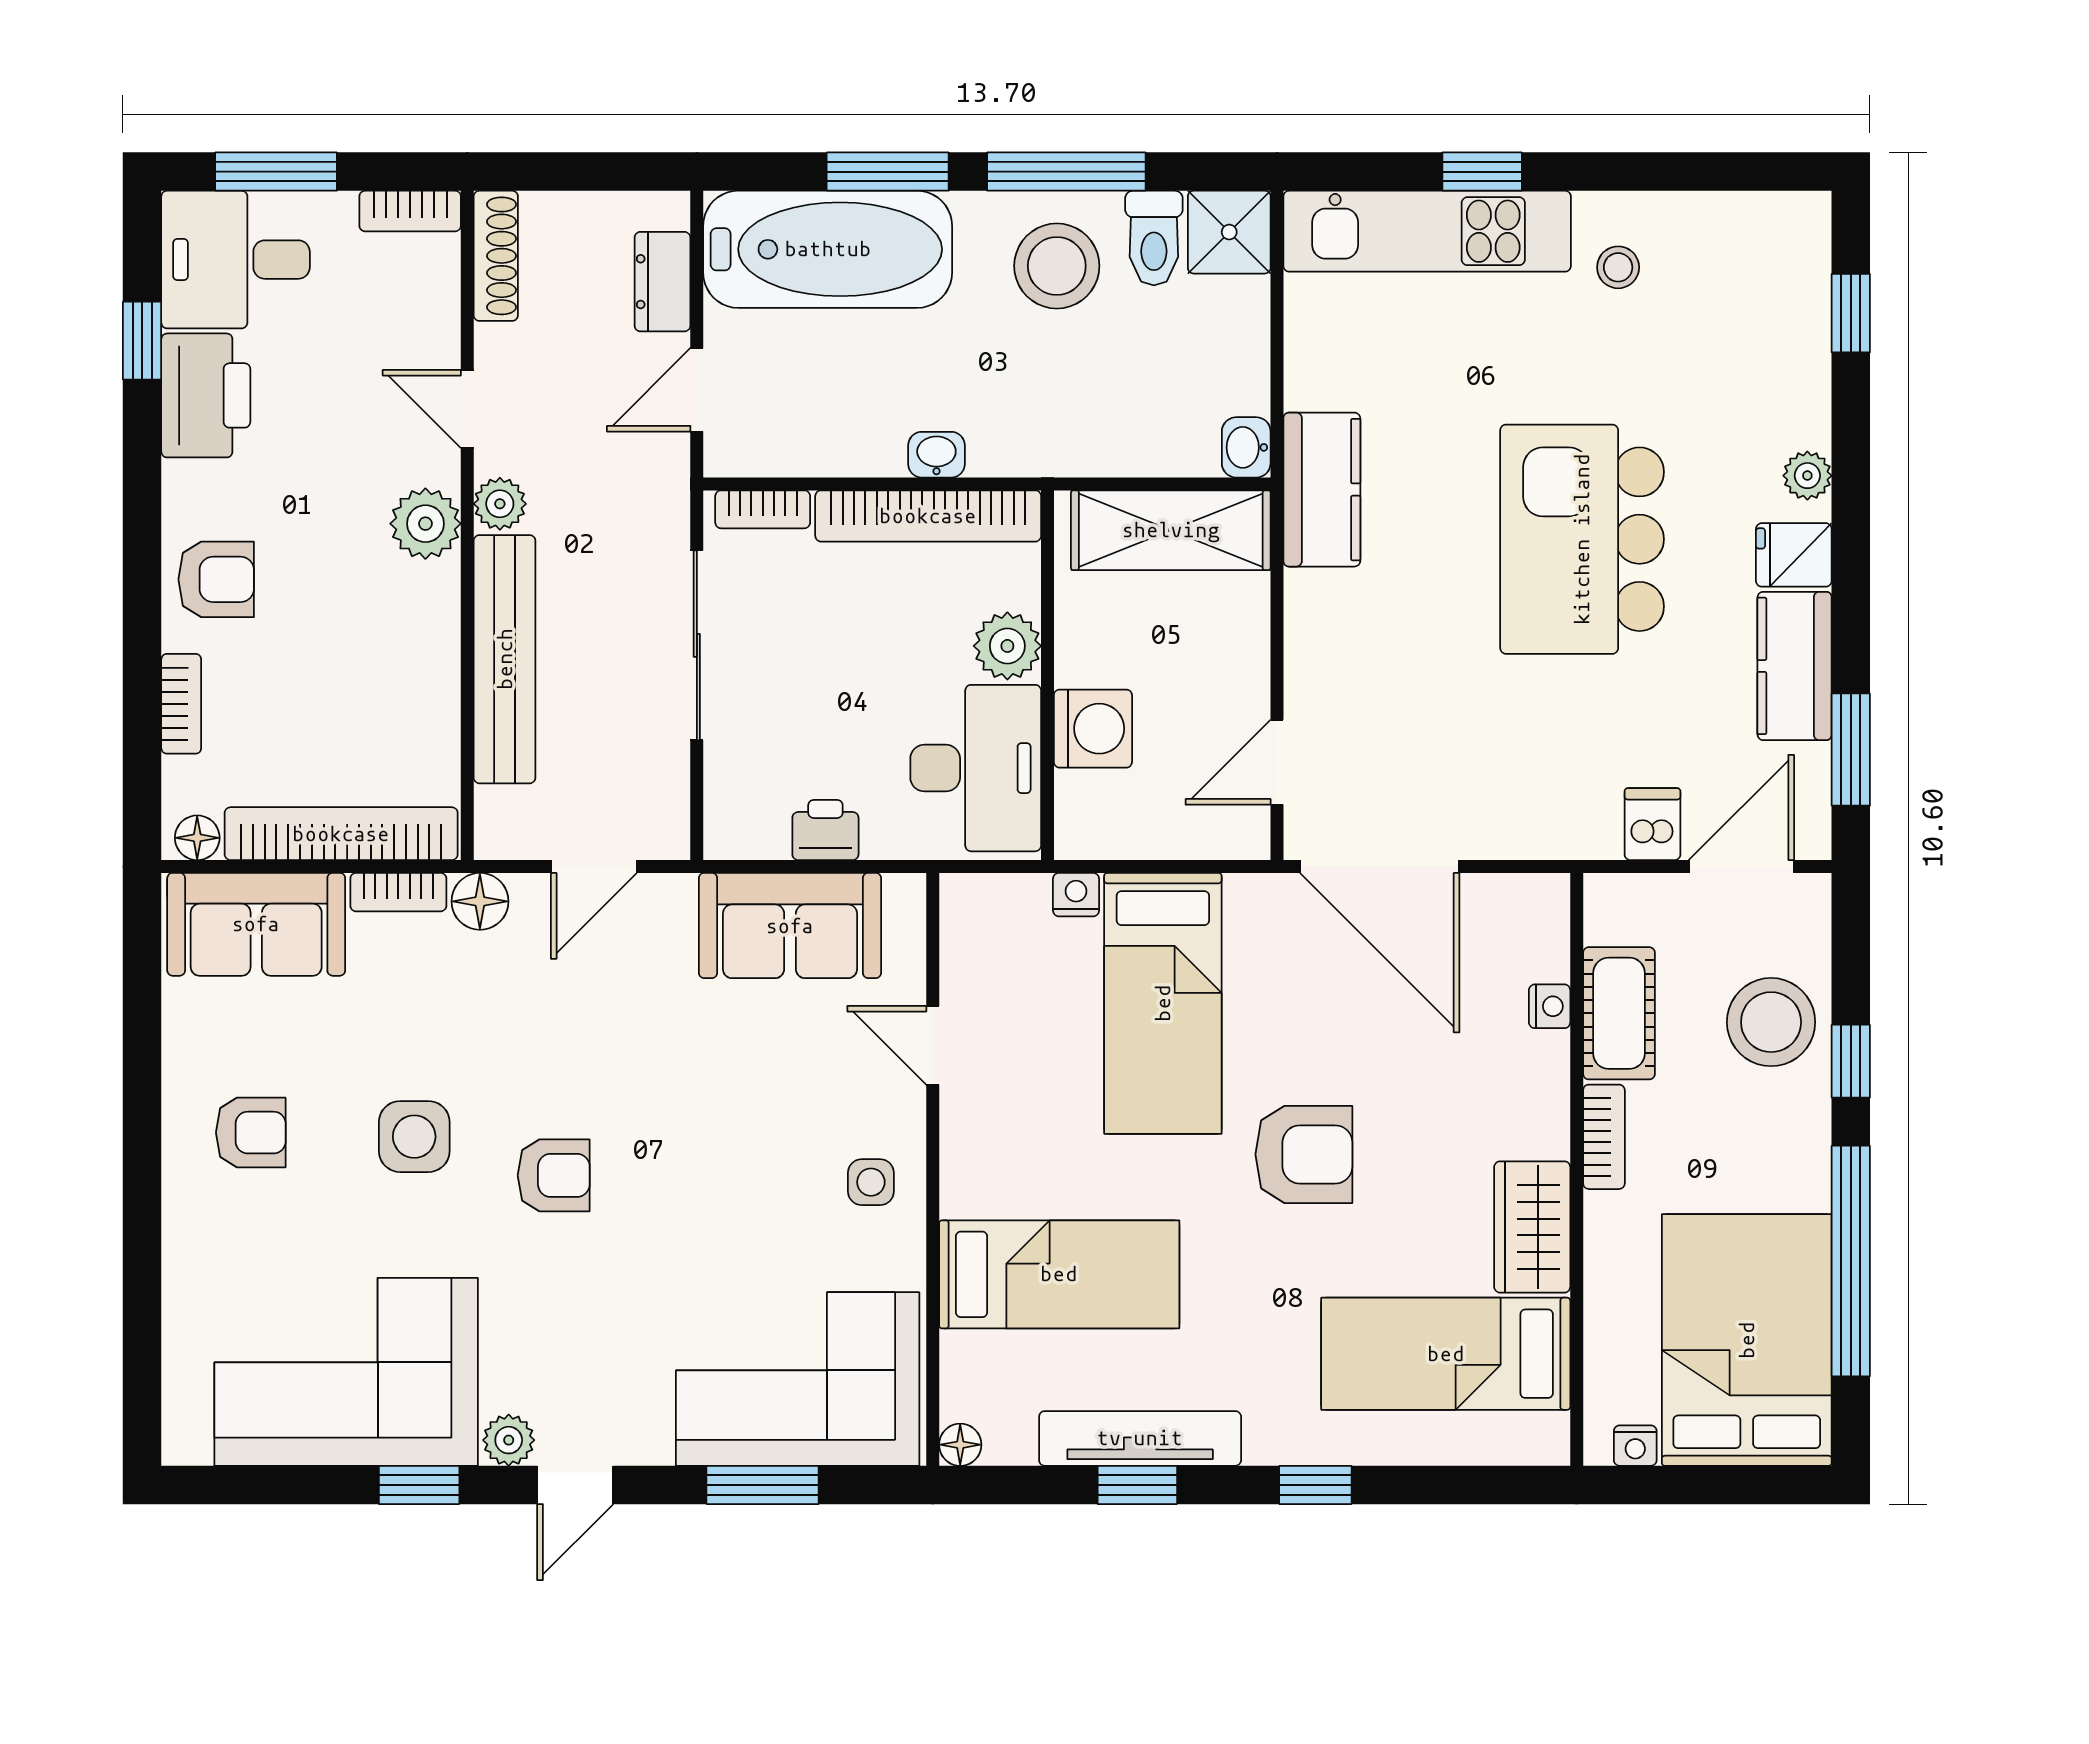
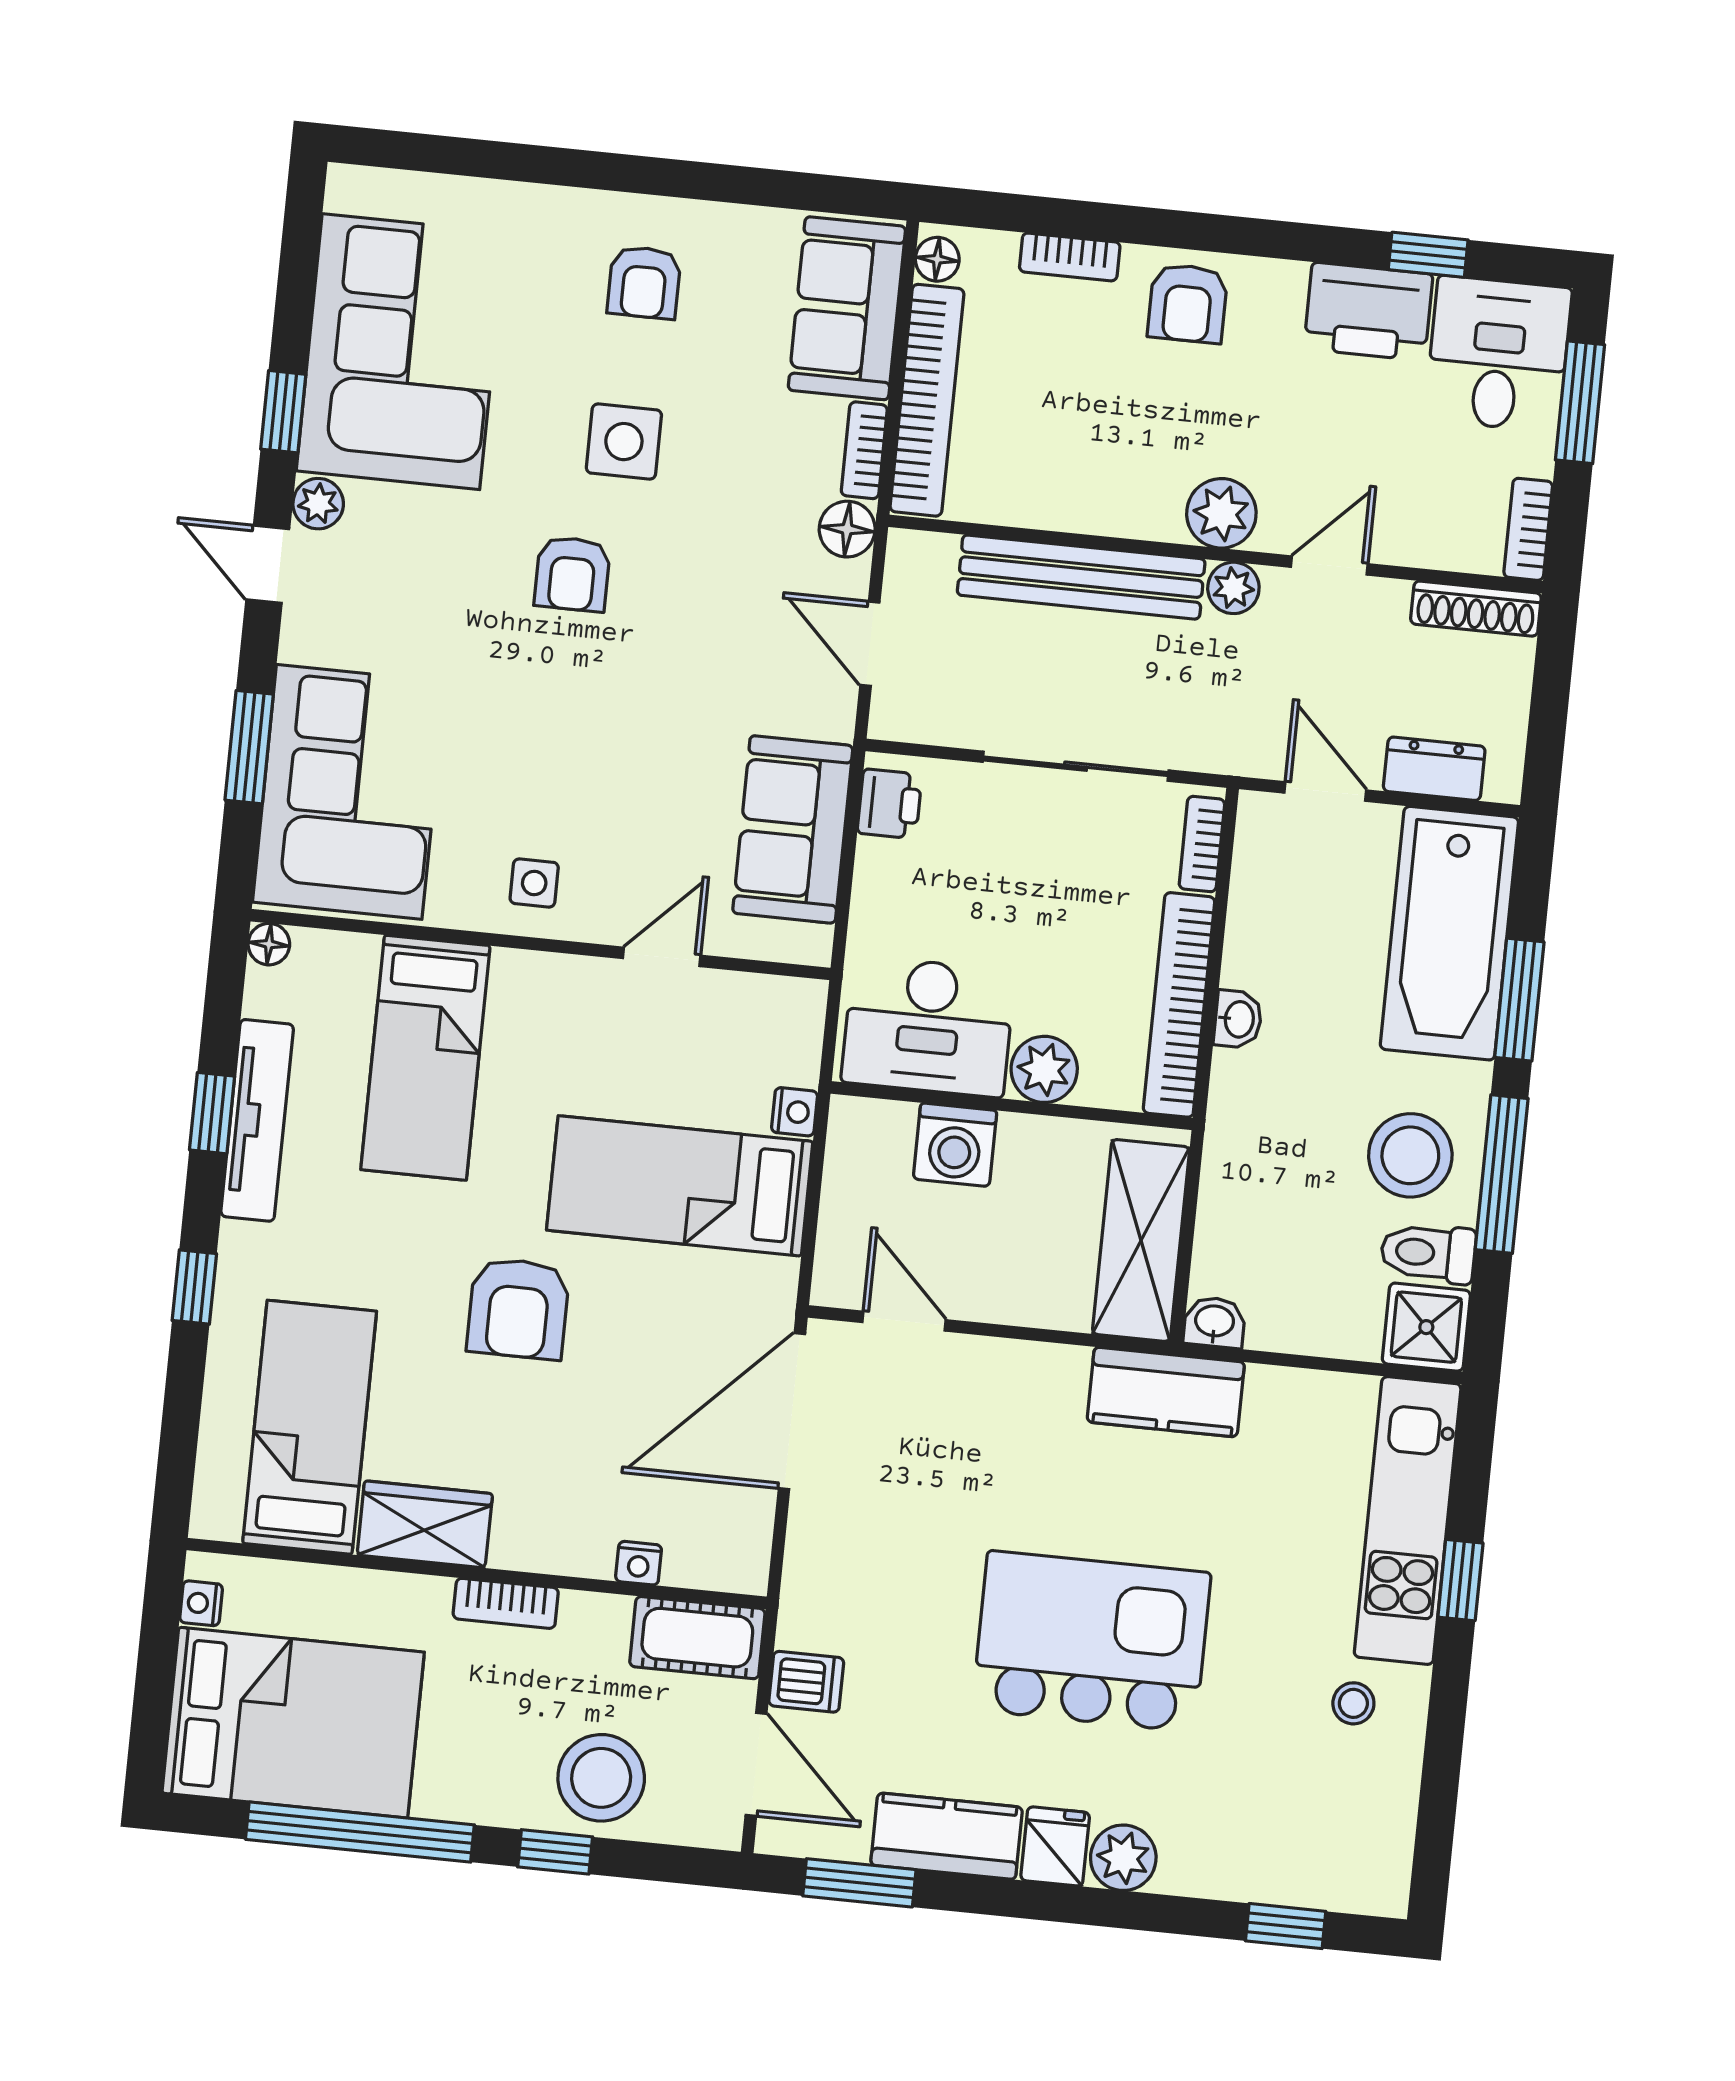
plant: (1807, 476) -> (1123, 1858), width x1.38, depth x1.38
printer: (825, 830) -> (890, 804), moved
cot: (1619, 1013) -> (697, 1638), moved

